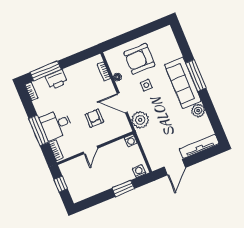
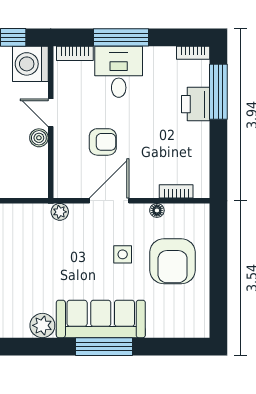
armchair: (139, 59) -> (173, 261), turned 180
plant: (140, 120) -> (60, 212), width x0.53, depth x0.53
washing machine: (131, 140) -> (30, 64), moved, width x1.89, depth x1.89
boiler: (105, 151) -> (39, 138), added

